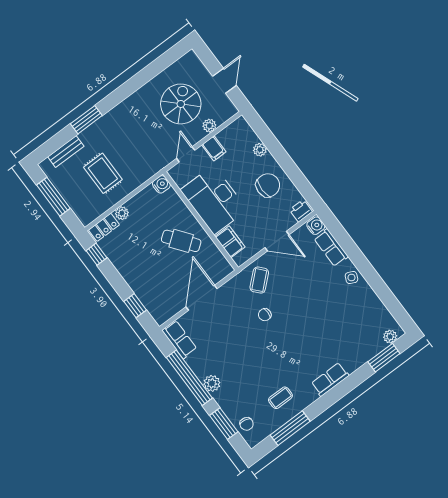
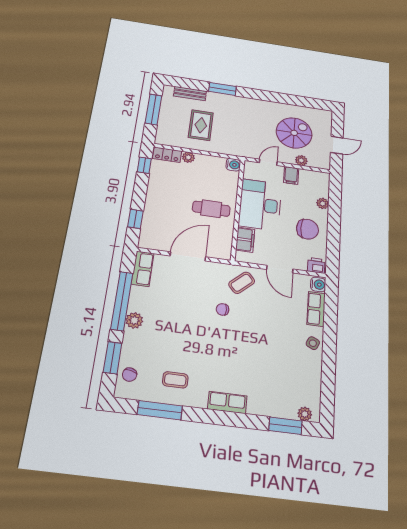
cafe table: (181, 241) -> (211, 209), turned -53

